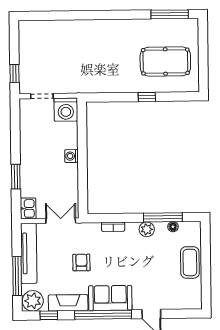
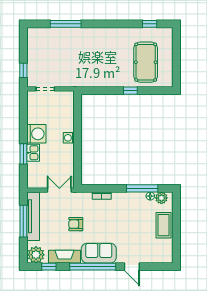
window: (170, 14) -> (150, 24), width x0.46
window: (66, 16) -> (66, 24), added
pool table: (165, 61) -> (146, 62), turned 90
washing machine: (66, 110) -> (36, 134), moved, turned -90
kitchen sink: (28, 208) -> (33, 153), moved
plant: (147, 229) -> (161, 198), moved
armchair: (81, 262) -> (76, 224), turned -90
window: (17, 276) -> (23, 221), moved

